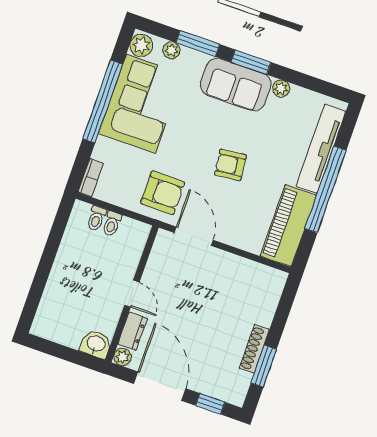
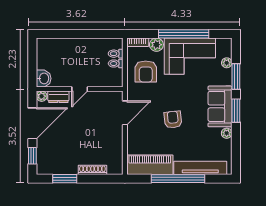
plant: (141, 45) -> (156, 45), moved
armchair: (163, 193) -> (146, 71), moved
shoe rack: (254, 349) -> (92, 170), moved

